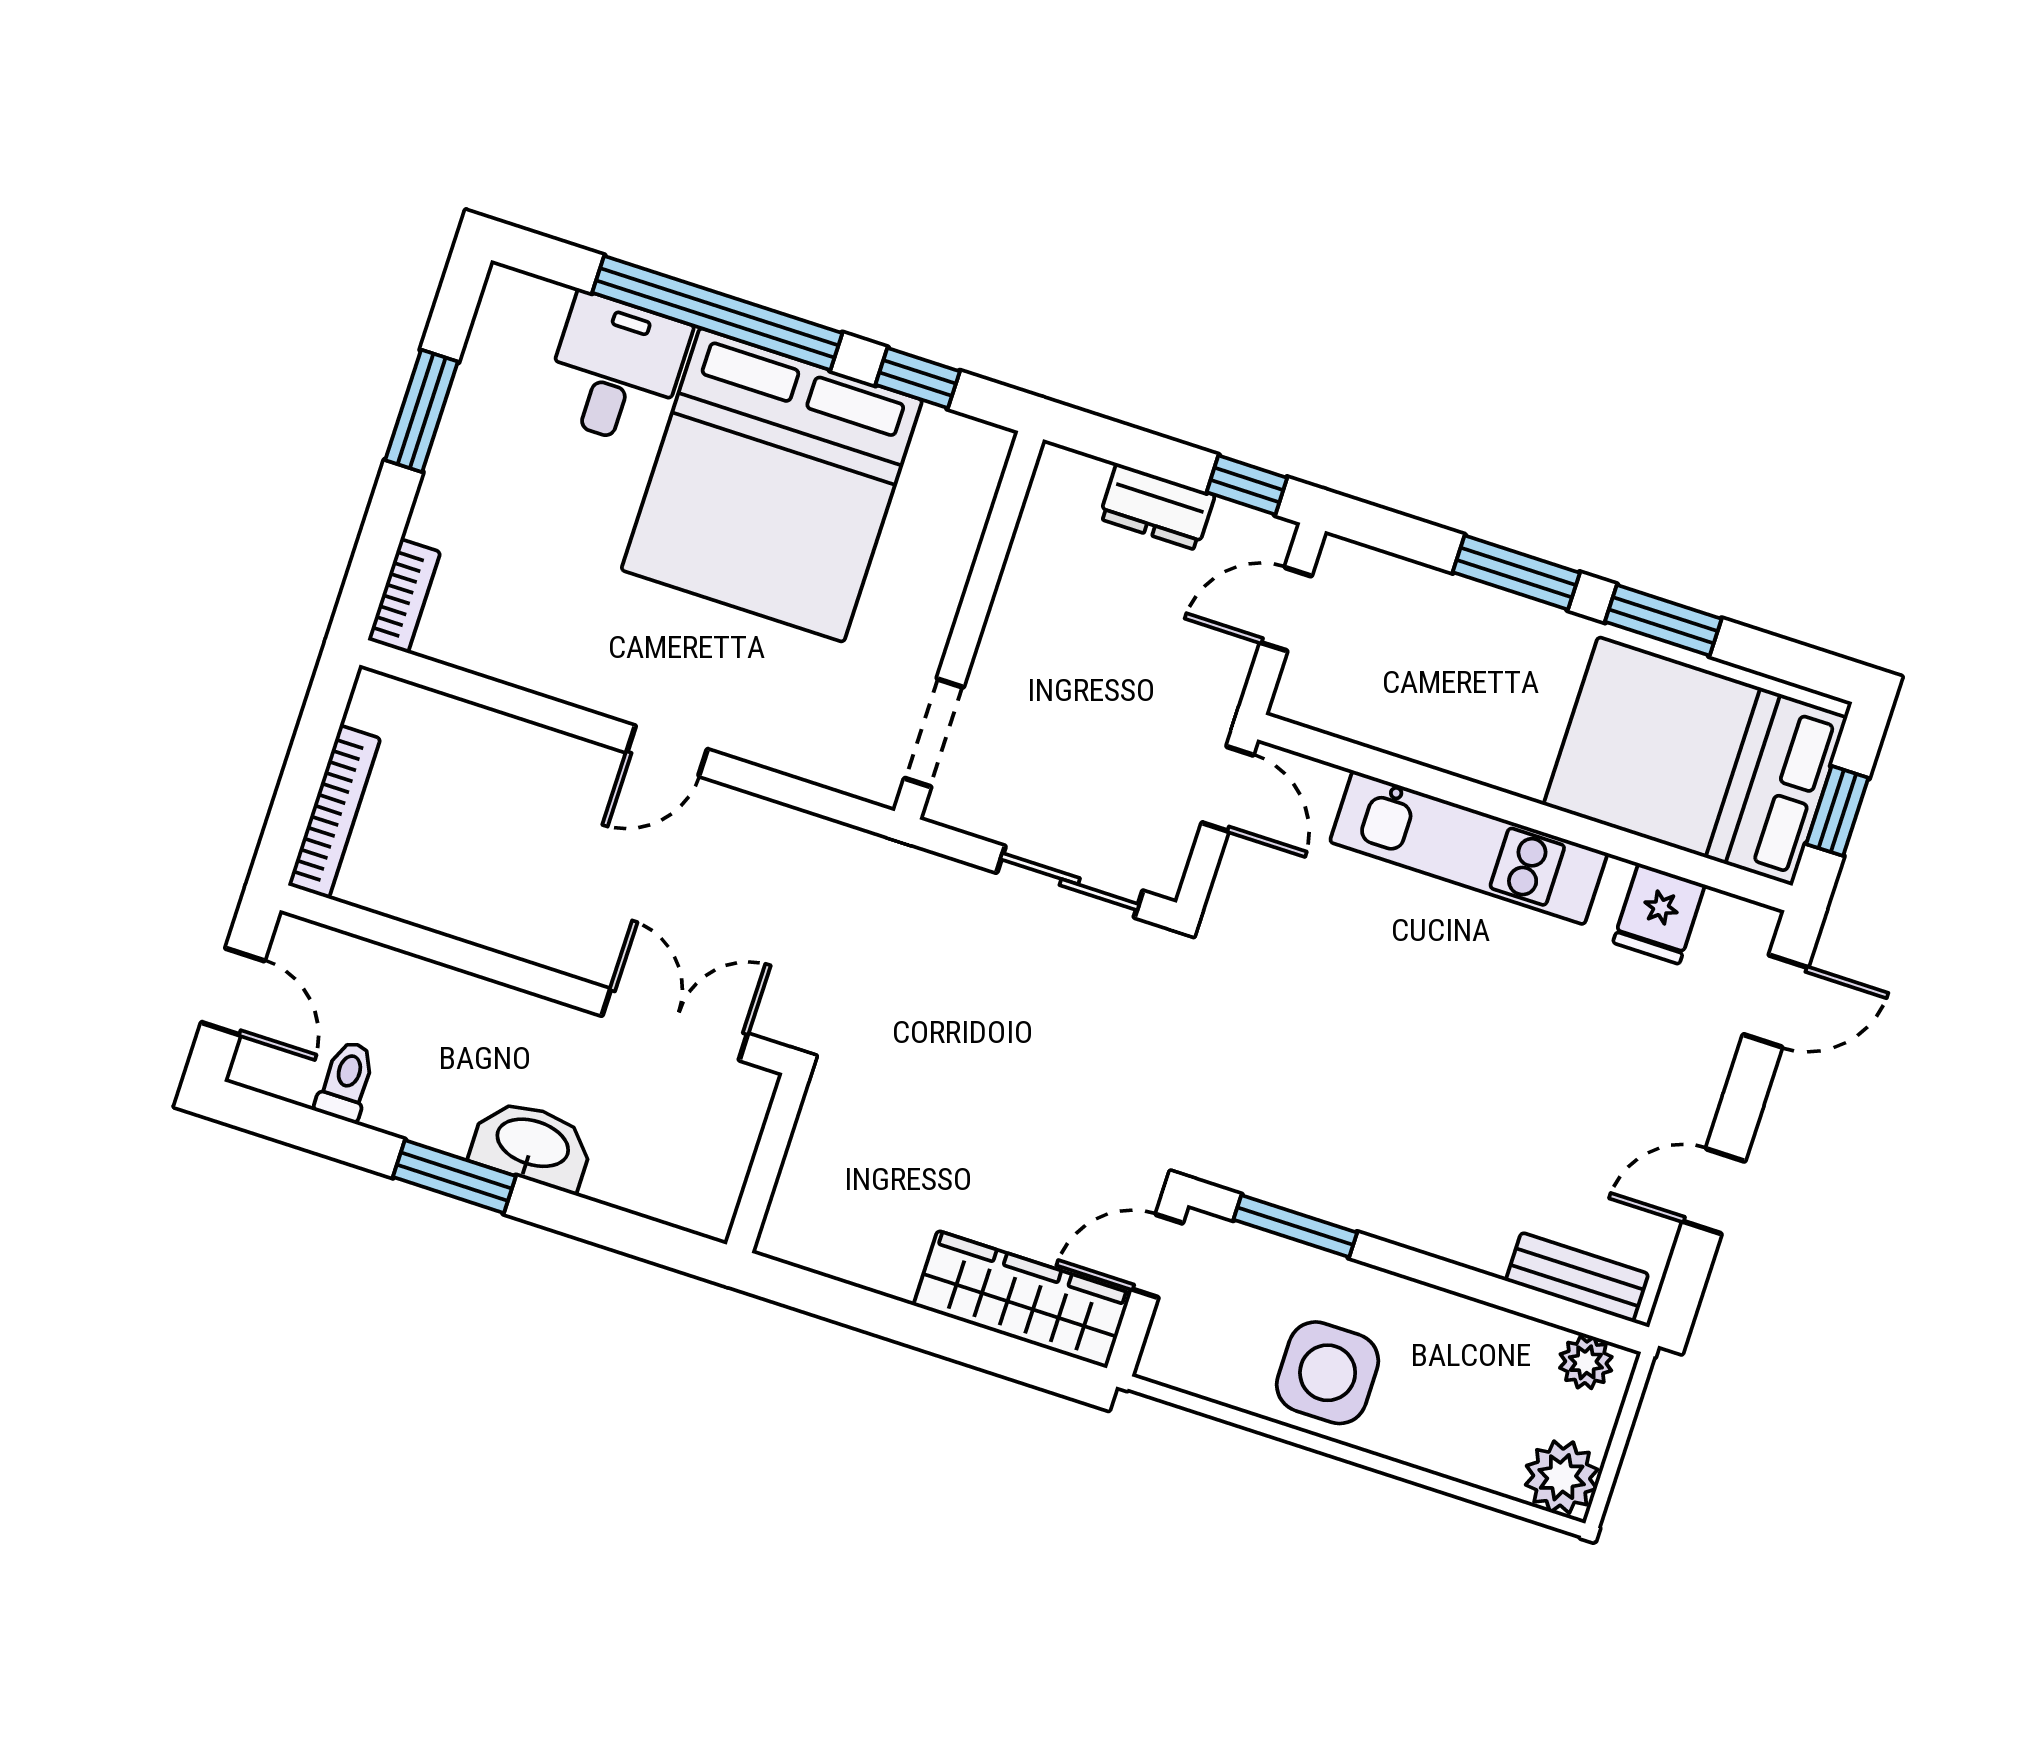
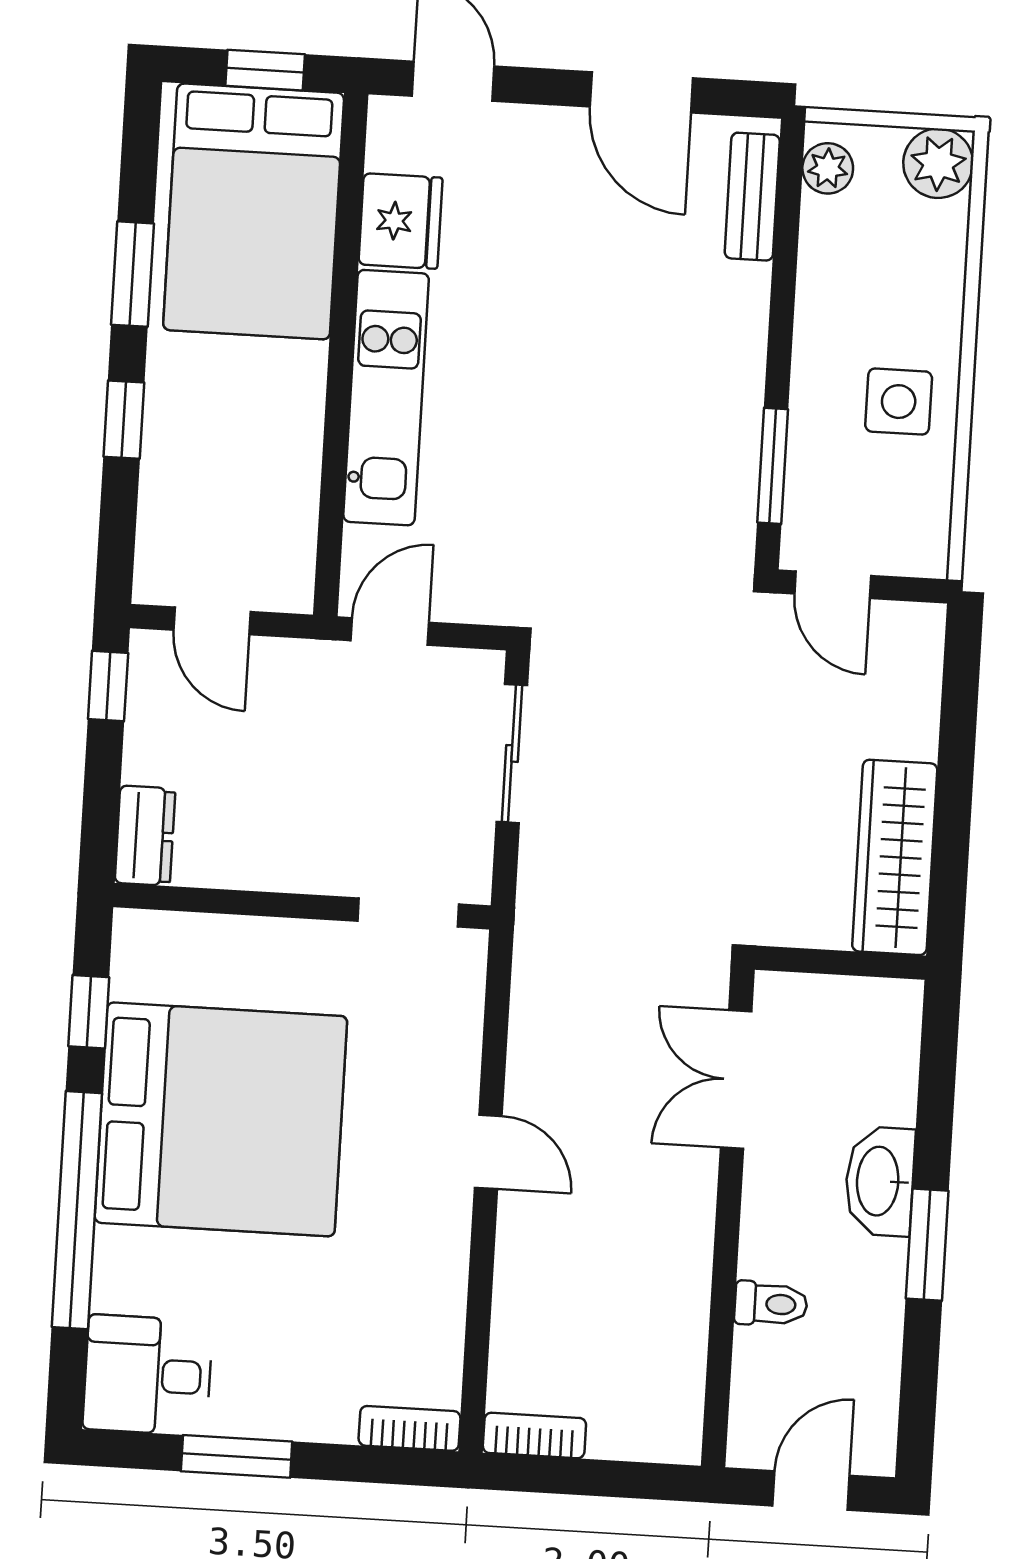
desk: (616, 370) -> (148, 1375), moved
dresser: (1157, 507) -> (145, 836), moved
window: (1516, 573) -> (124, 420), width x0.67
bookcase: (334, 812) -> (534, 1436), moved, width x0.64
fridge: (1659, 914) -> (400, 221), width x1.38
toilet: (346, 1081) -> (771, 1304), moved, turned 180
door: (1714, 1191) -> (641, 92), width x1.38
wardrobe: (1022, 1299) -> (895, 857), moved
side table: (1328, 1373) -> (899, 402), width x0.73, depth x0.73

